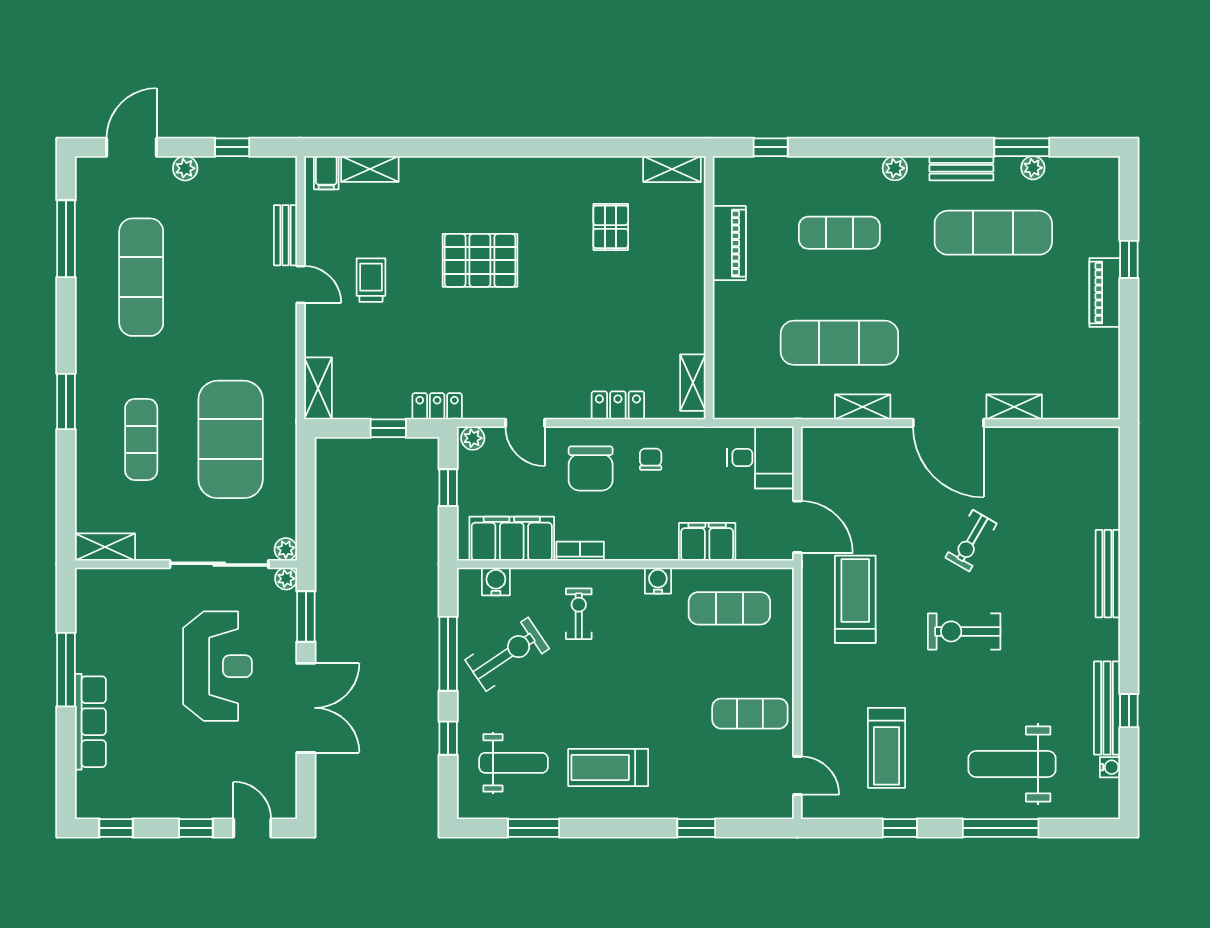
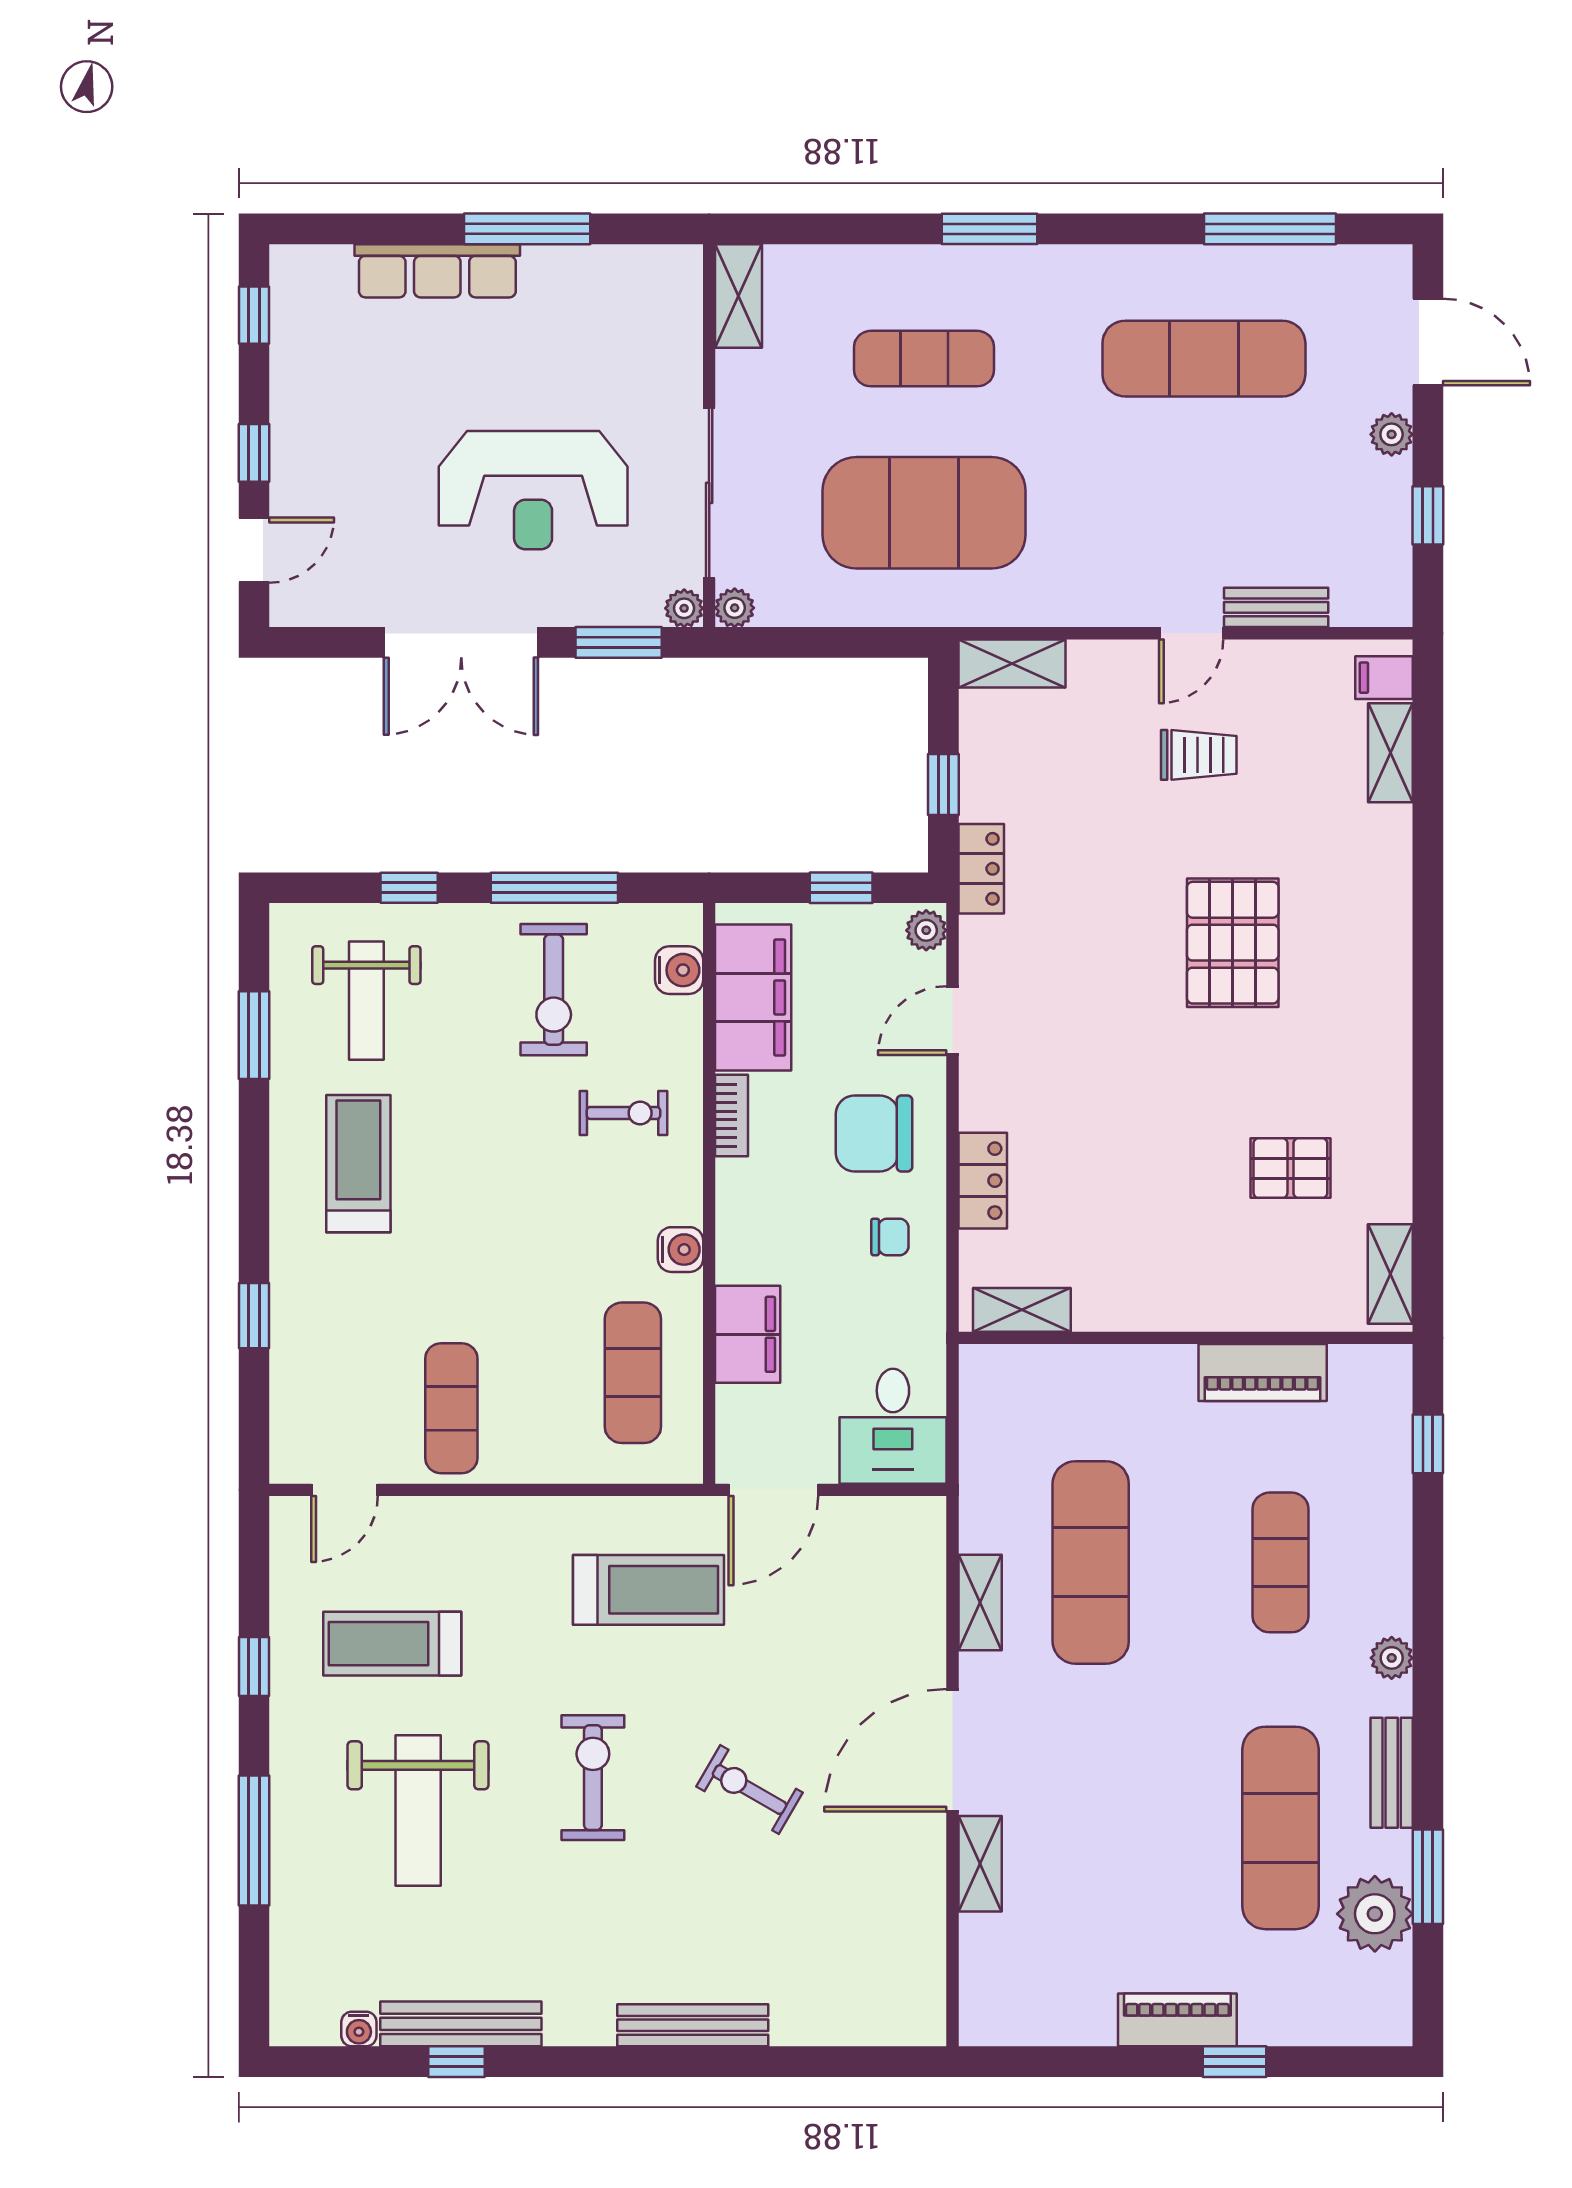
plant: (1033, 168) -> (1375, 1914), width x1.88, depth x1.88
exercise bike: (507, 654) -> (554, 990), turned 34
weight bench: (1012, 764) -> (418, 1810), moved, turned 180

